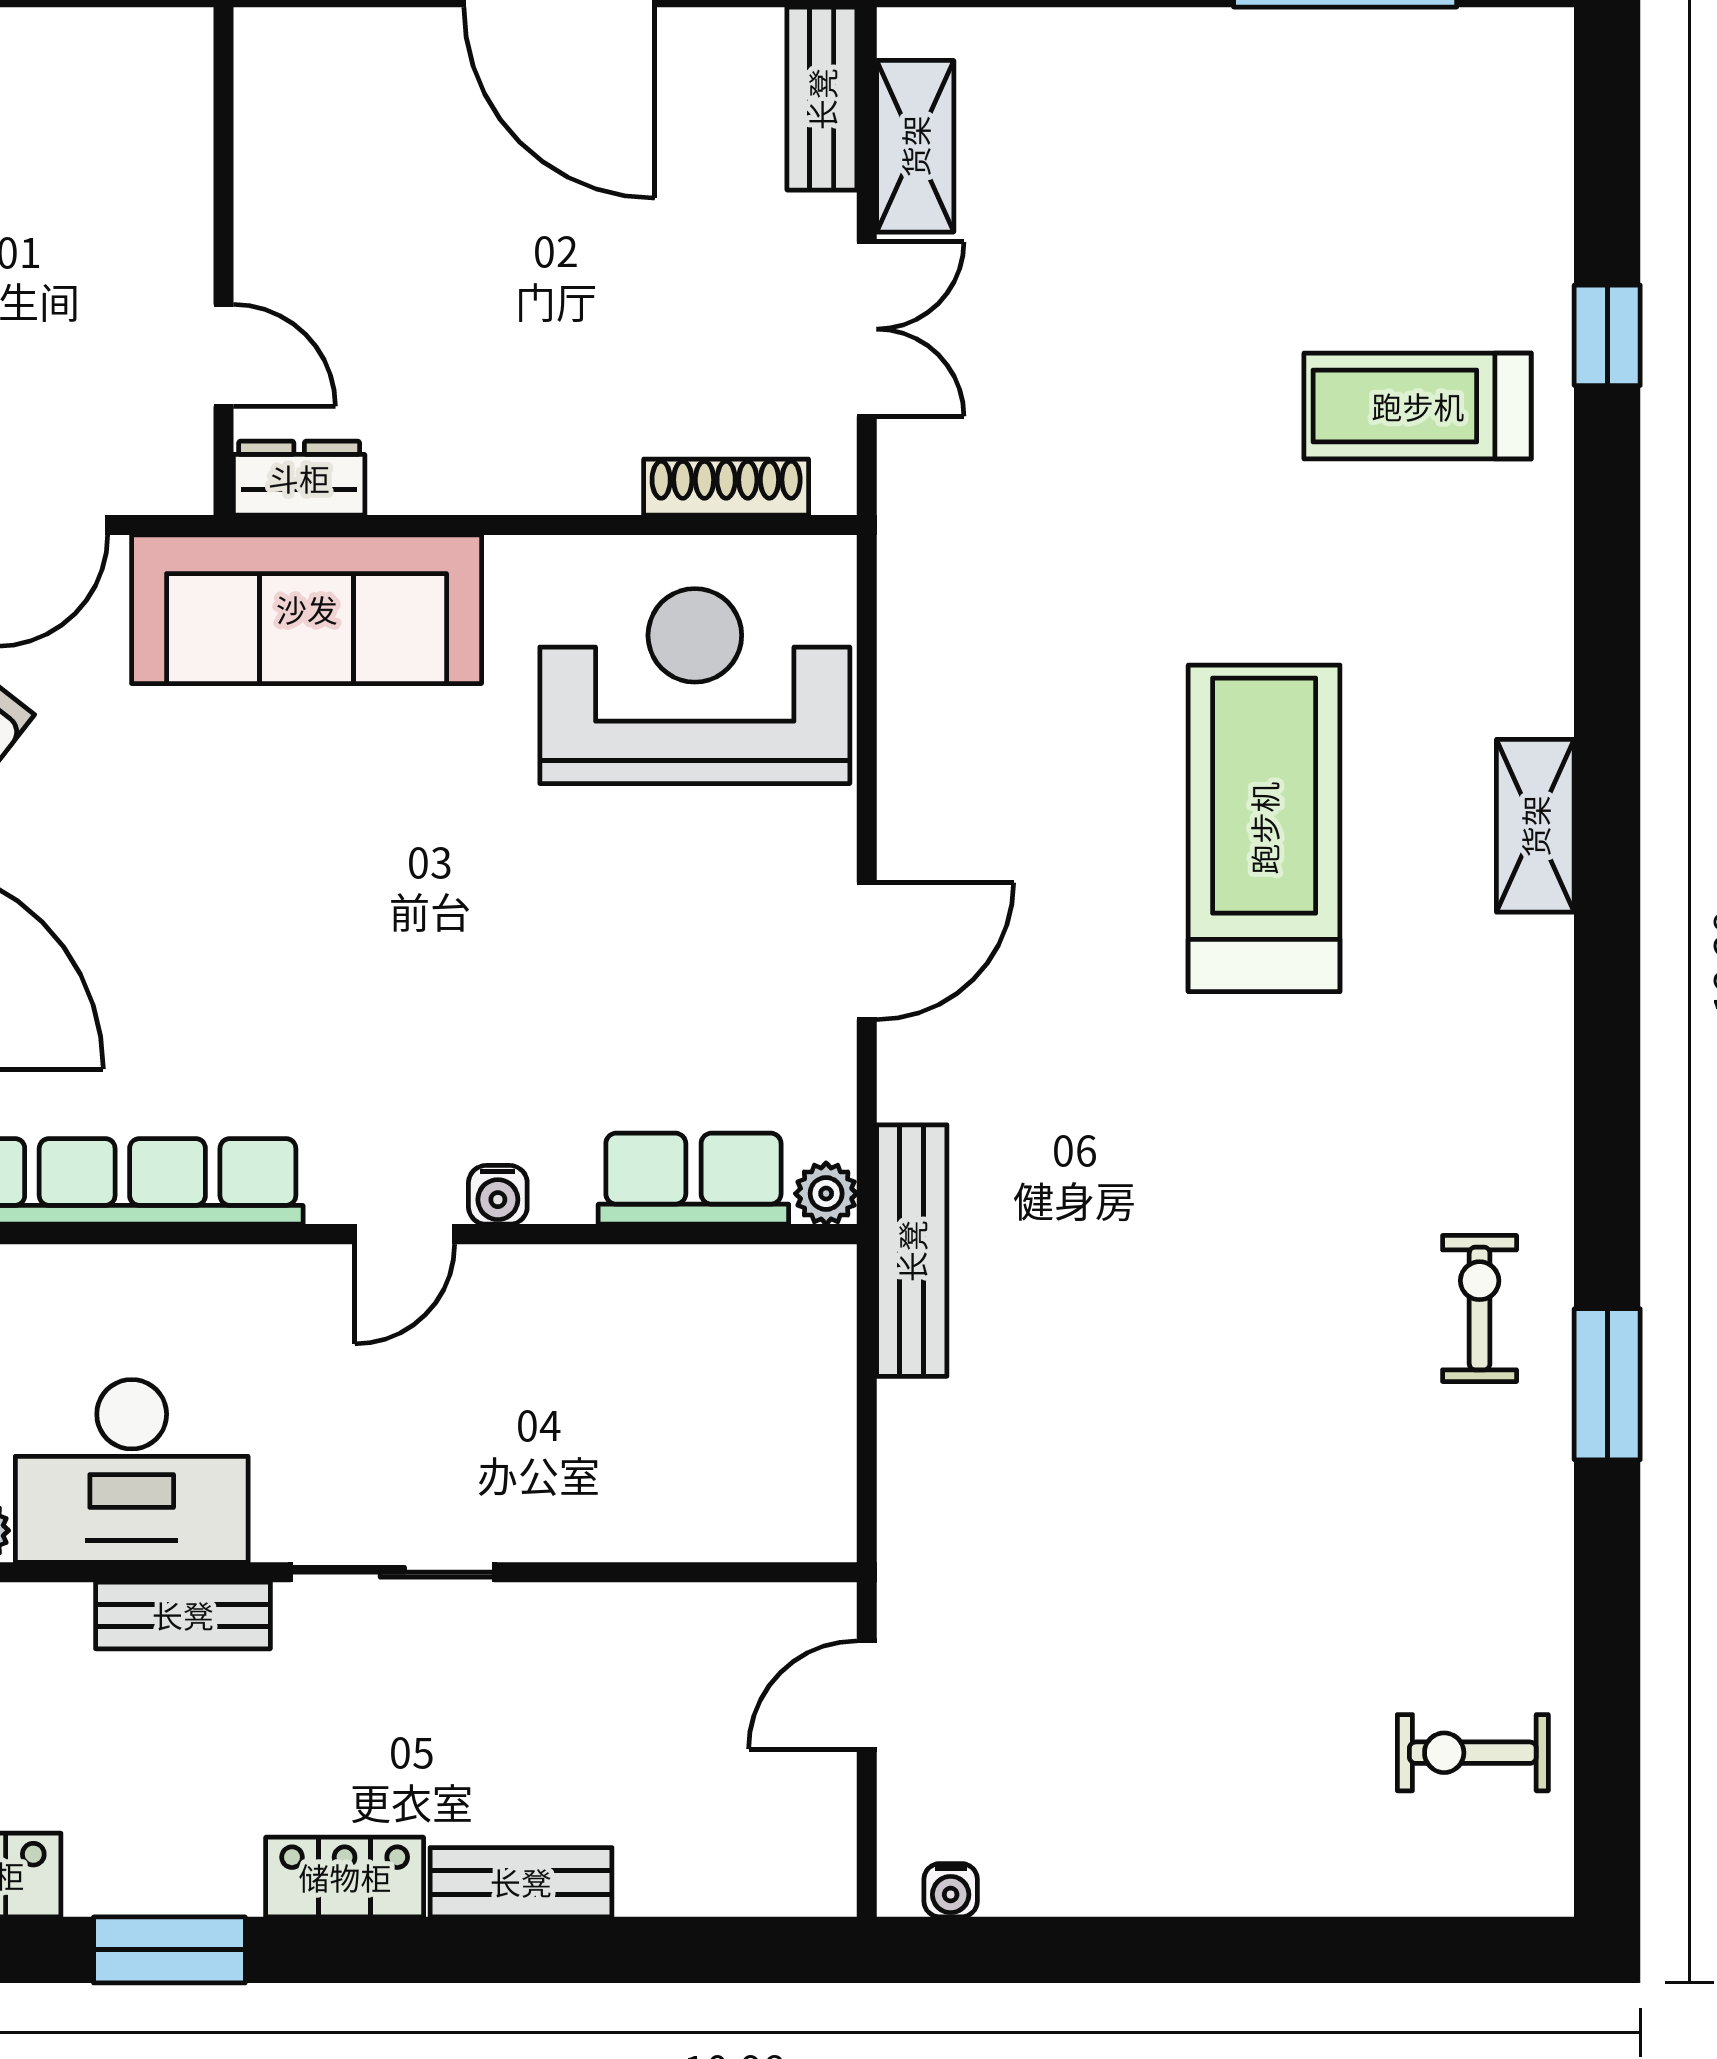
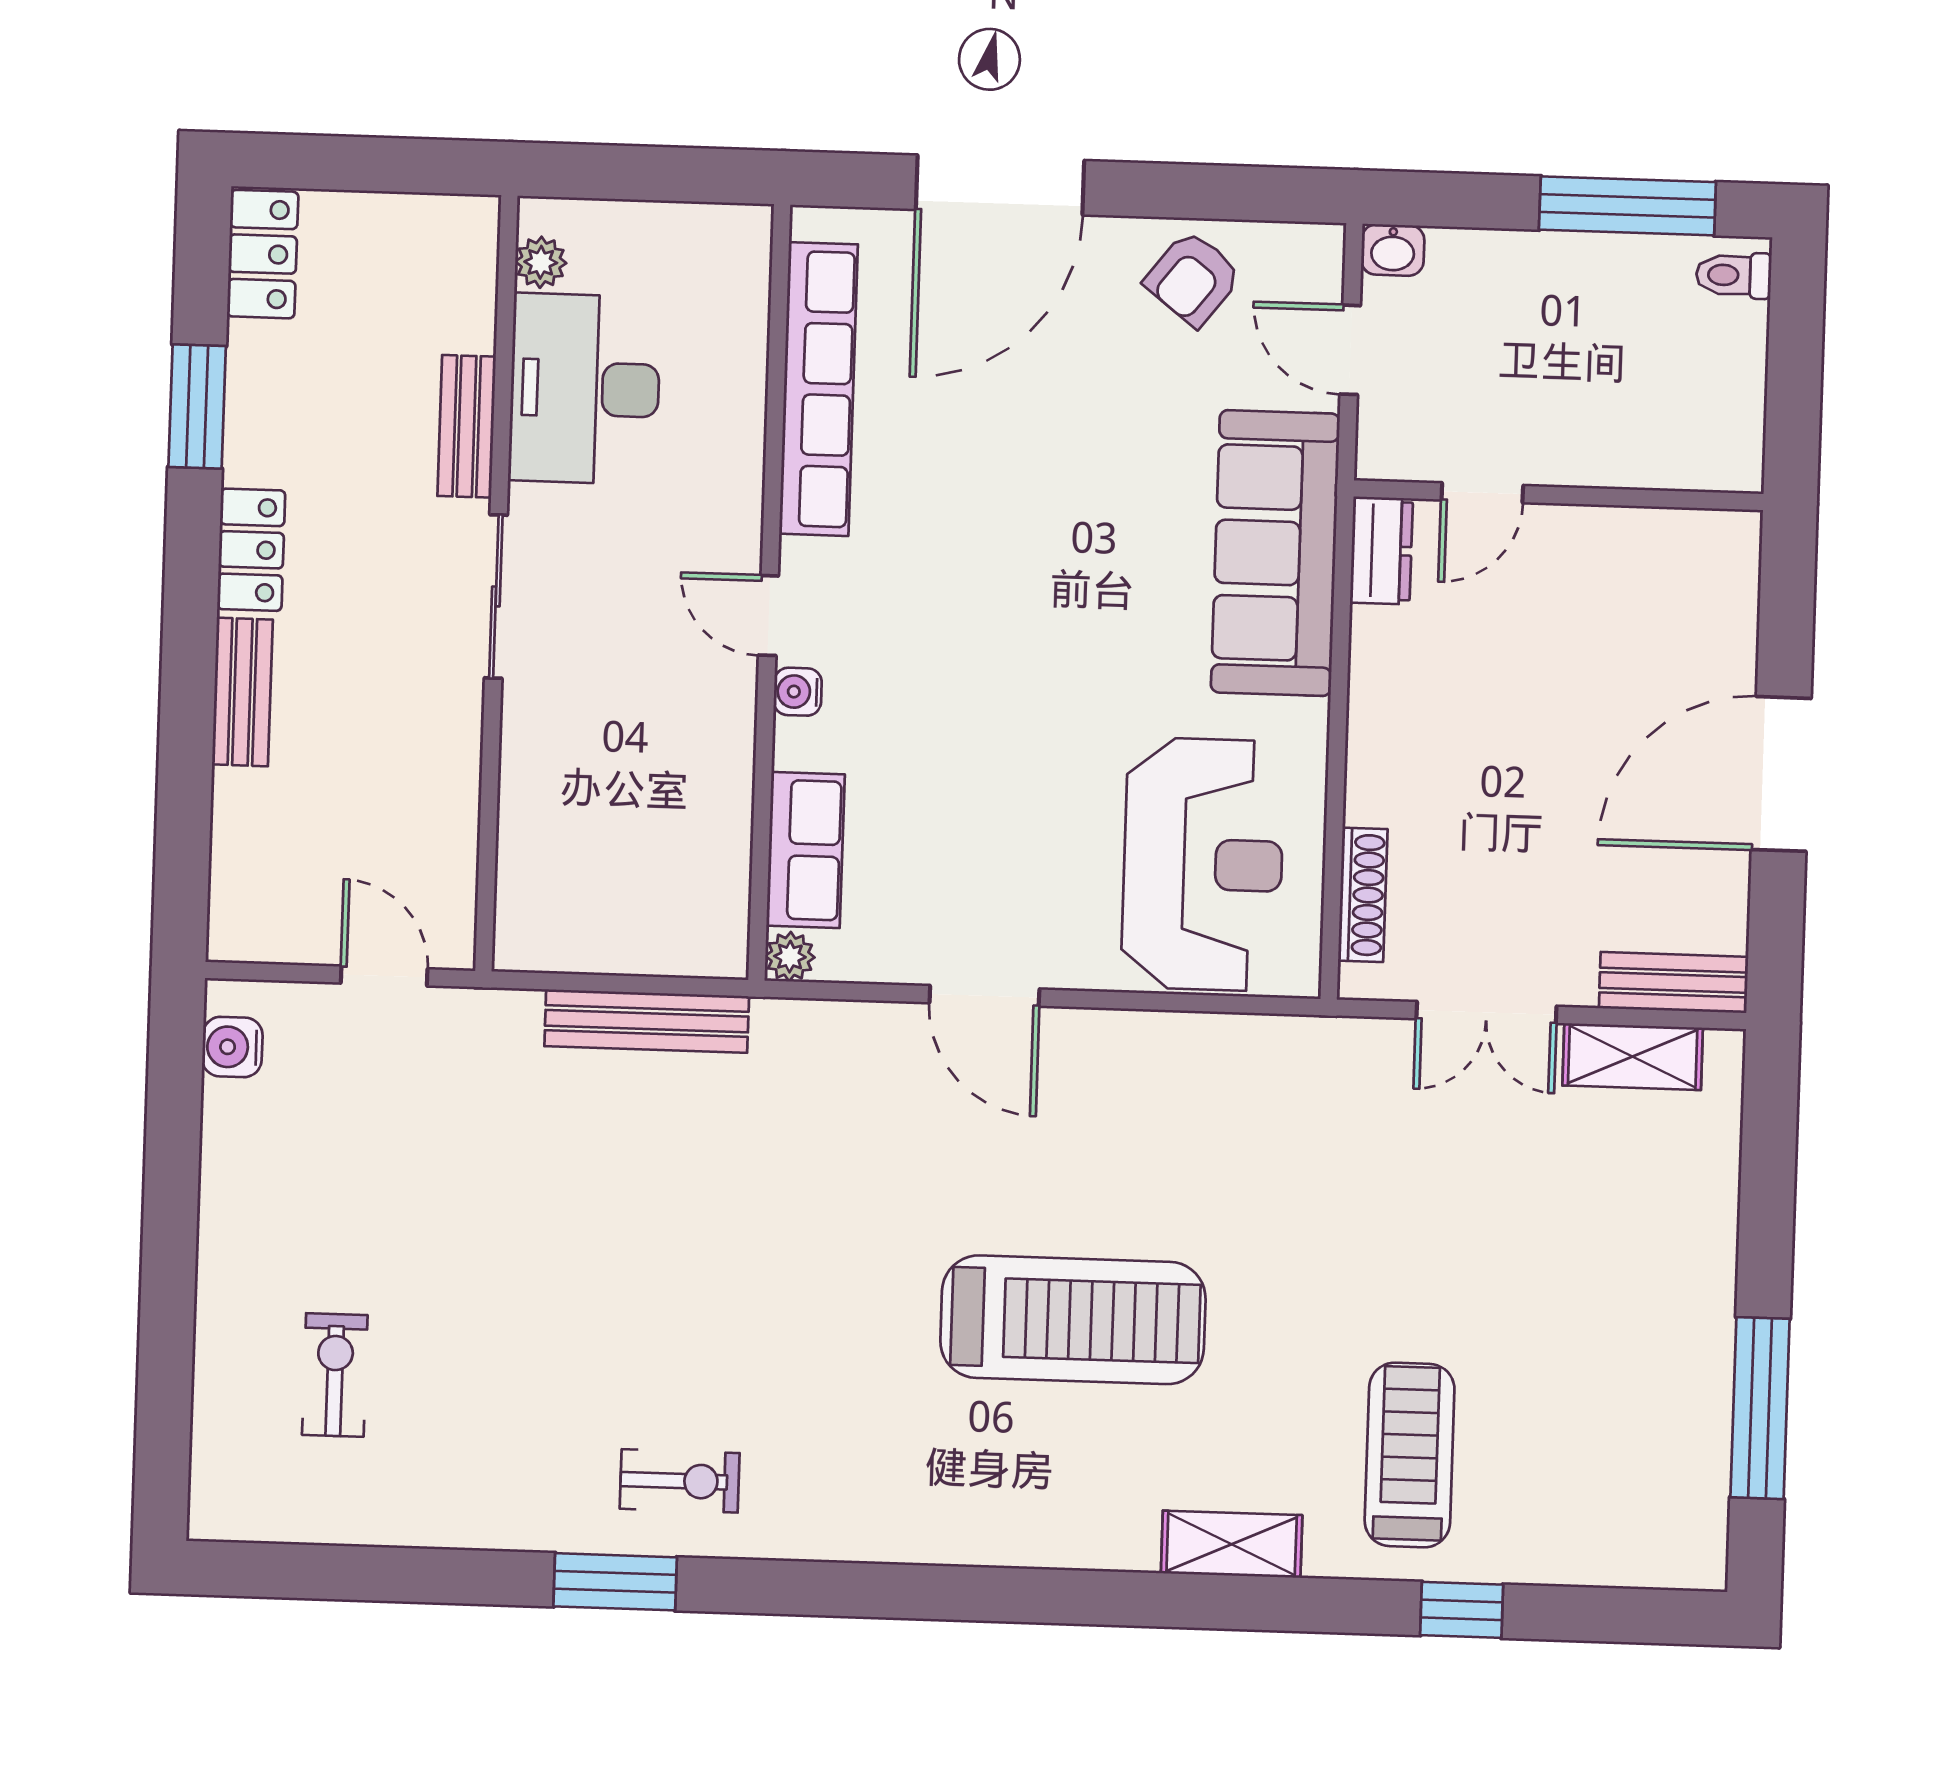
shelving: (1535, 826) -> (1232, 1544), moved
bench: (912, 1251) -> (647, 1021), moved
exercise bike: (1473, 1753) -> (335, 1375), moved
water cooler: (951, 1890) -> (232, 1047), width x1.38, depth x1.38

